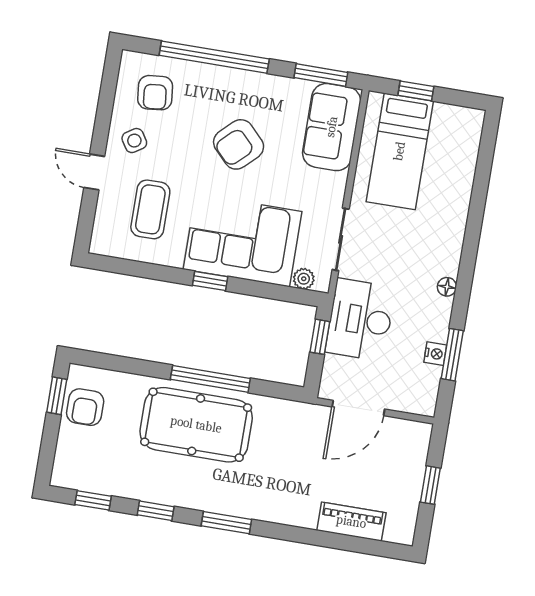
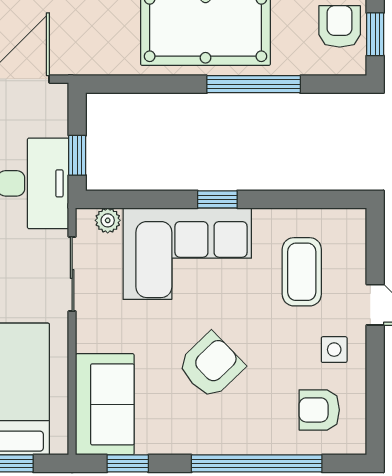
window: (321, 75) -> (128, 463), width x0.67
armchair: (155, 93) -> (319, 410), turned -84
side table: (134, 141) -> (334, 350), turned 33
window: (210, 379) -> (254, 84), moved

